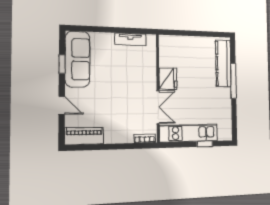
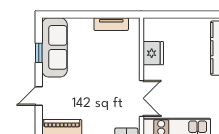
fridge: (168, 79) -> (153, 53), moved
door: (62, 105) -> (39, 96), swing flipped

